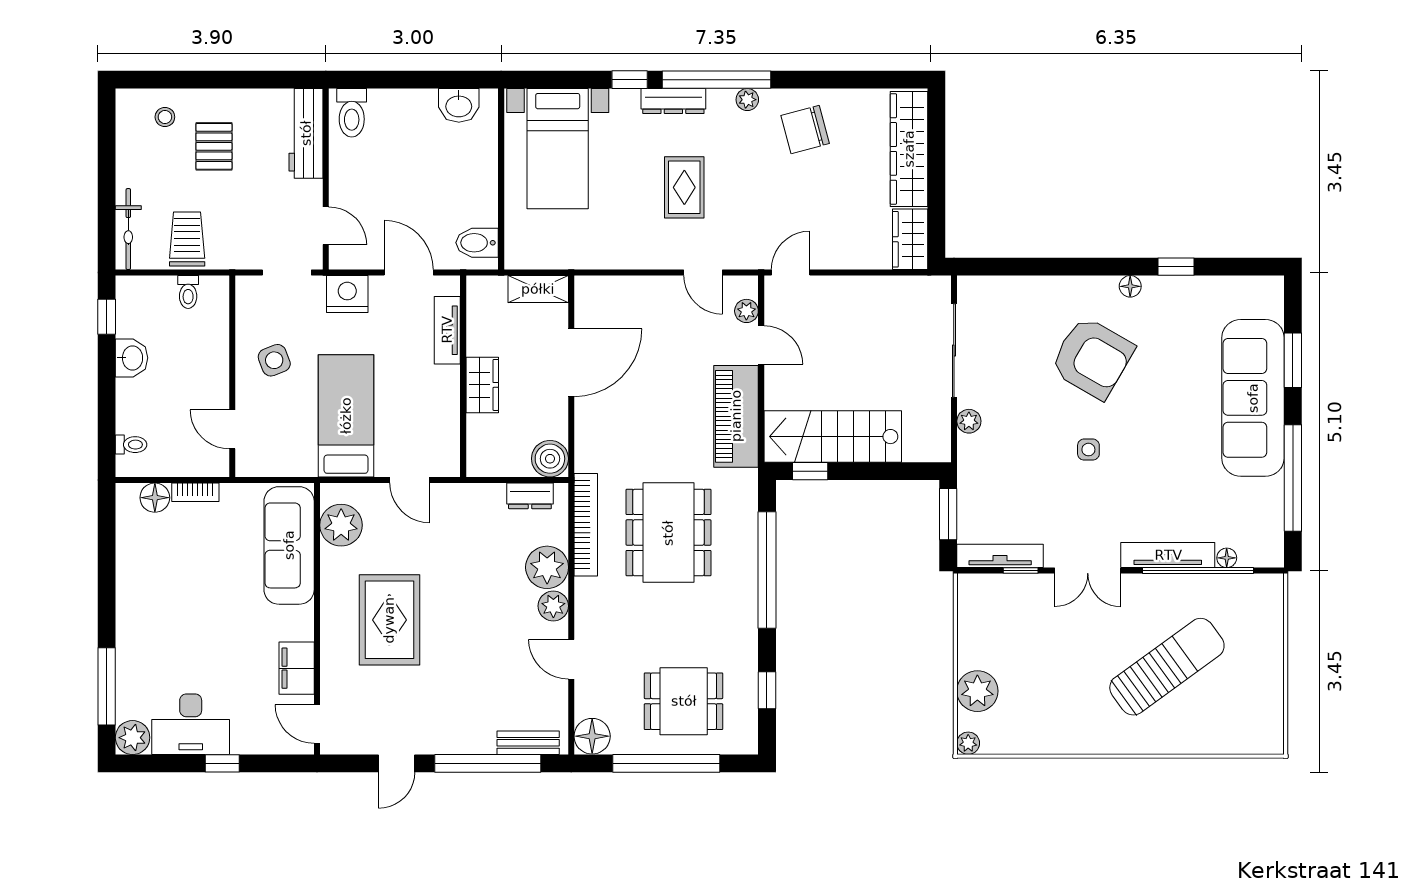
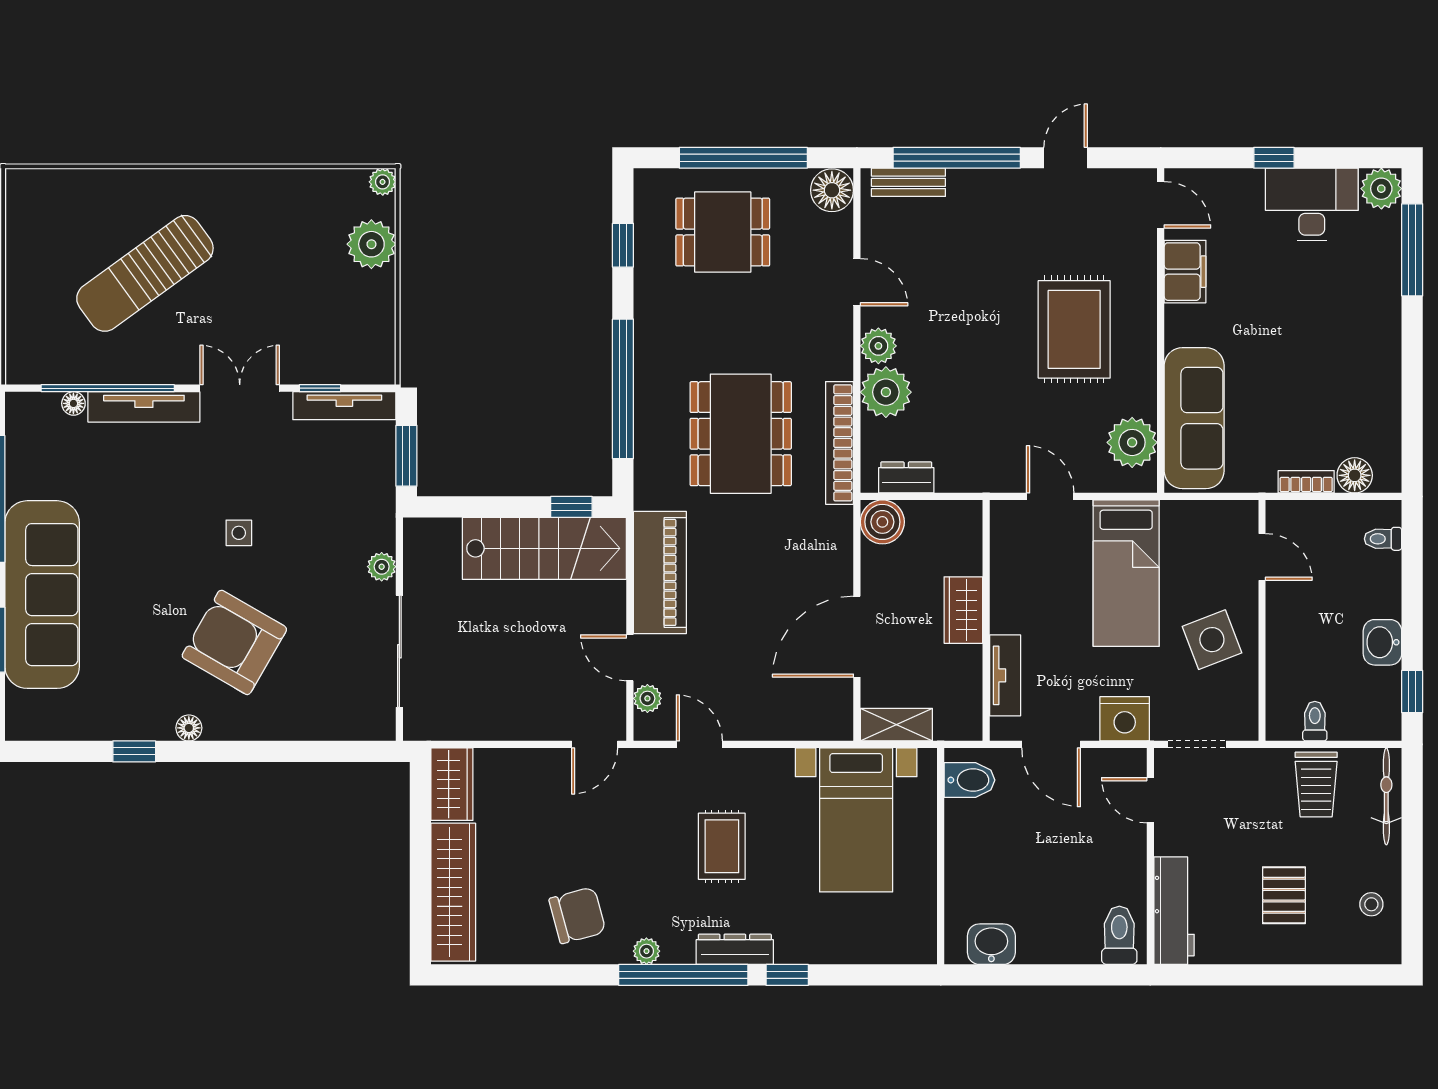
stool: (165, 117) -> (1371, 904), moved
bed with nightstands: (558, 149) -> (856, 820), moved, turned 180
side table: (274, 360) -> (1212, 640), width x1.37, depth x1.37

